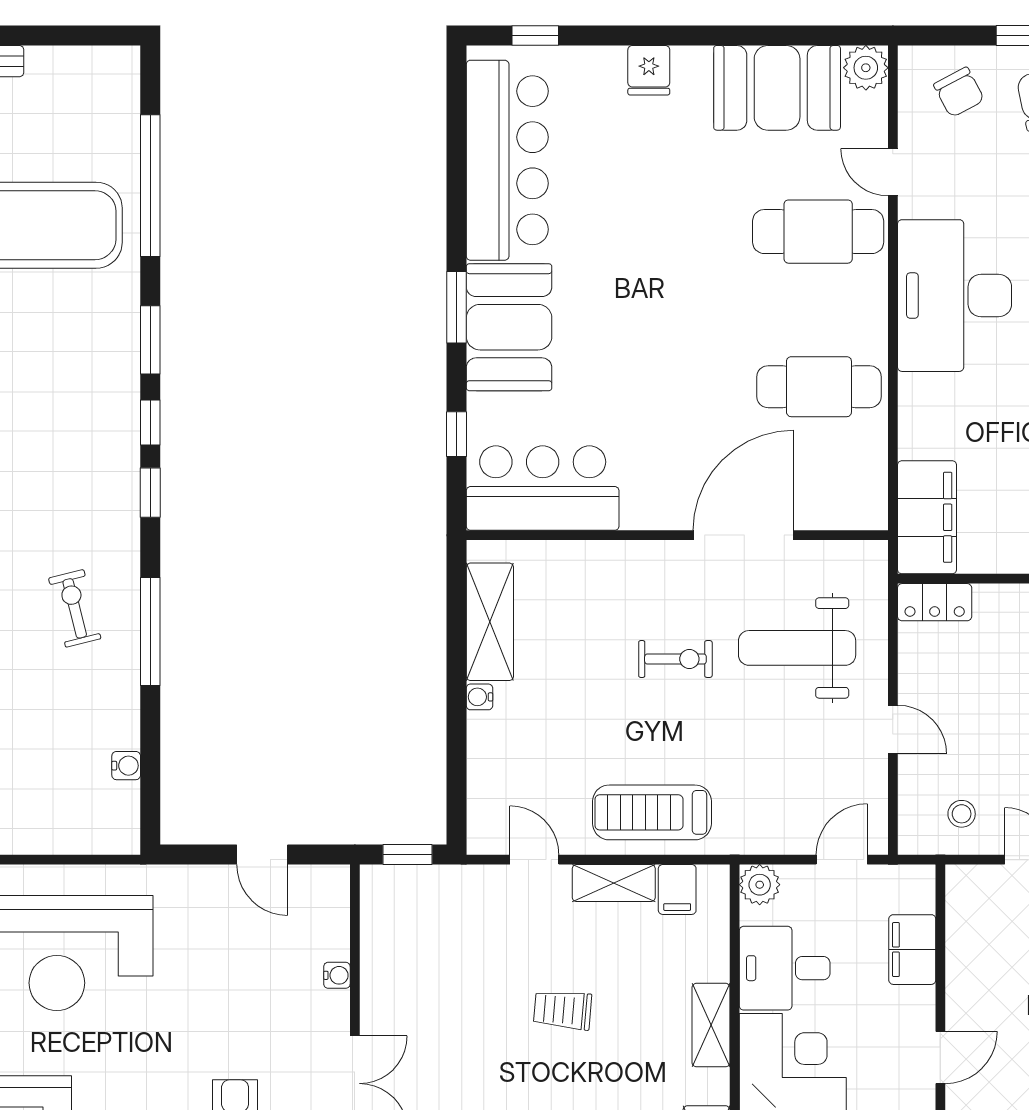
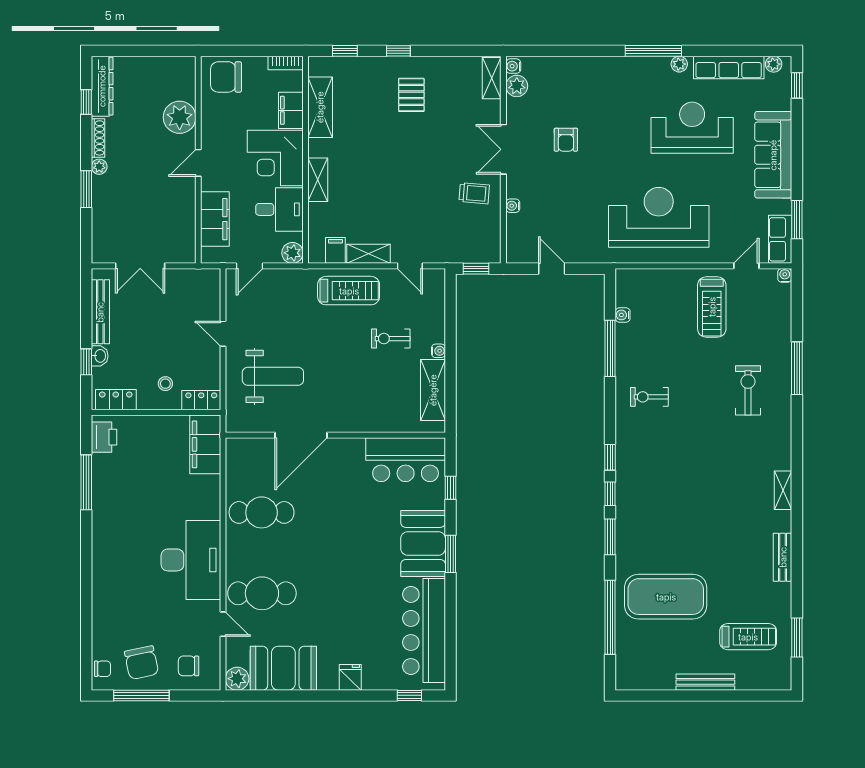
chair: (959, 92) -> (189, 666), turned -62
exercise bike: (75, 608) -> (649, 397), turned 104
window: (150, 631) -> (610, 348), moved
exercise bike: (675, 659) -> (391, 339), moved
stool: (962, 814) -> (165, 384), moved
filing cabinet: (912, 950) -> (215, 219), width x1.50, depth x1.17
trolley: (563, 1010) -> (474, 193), moved

